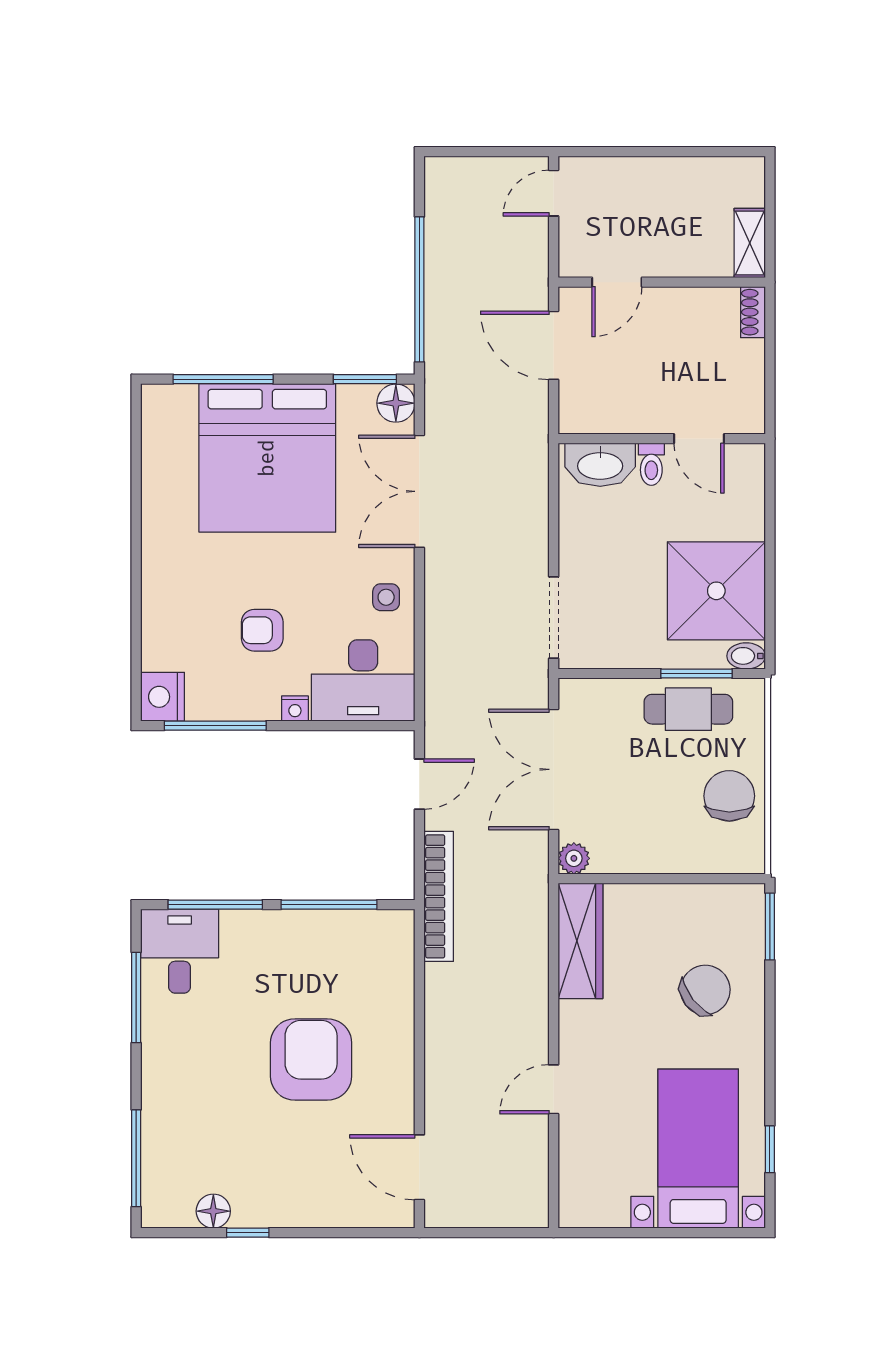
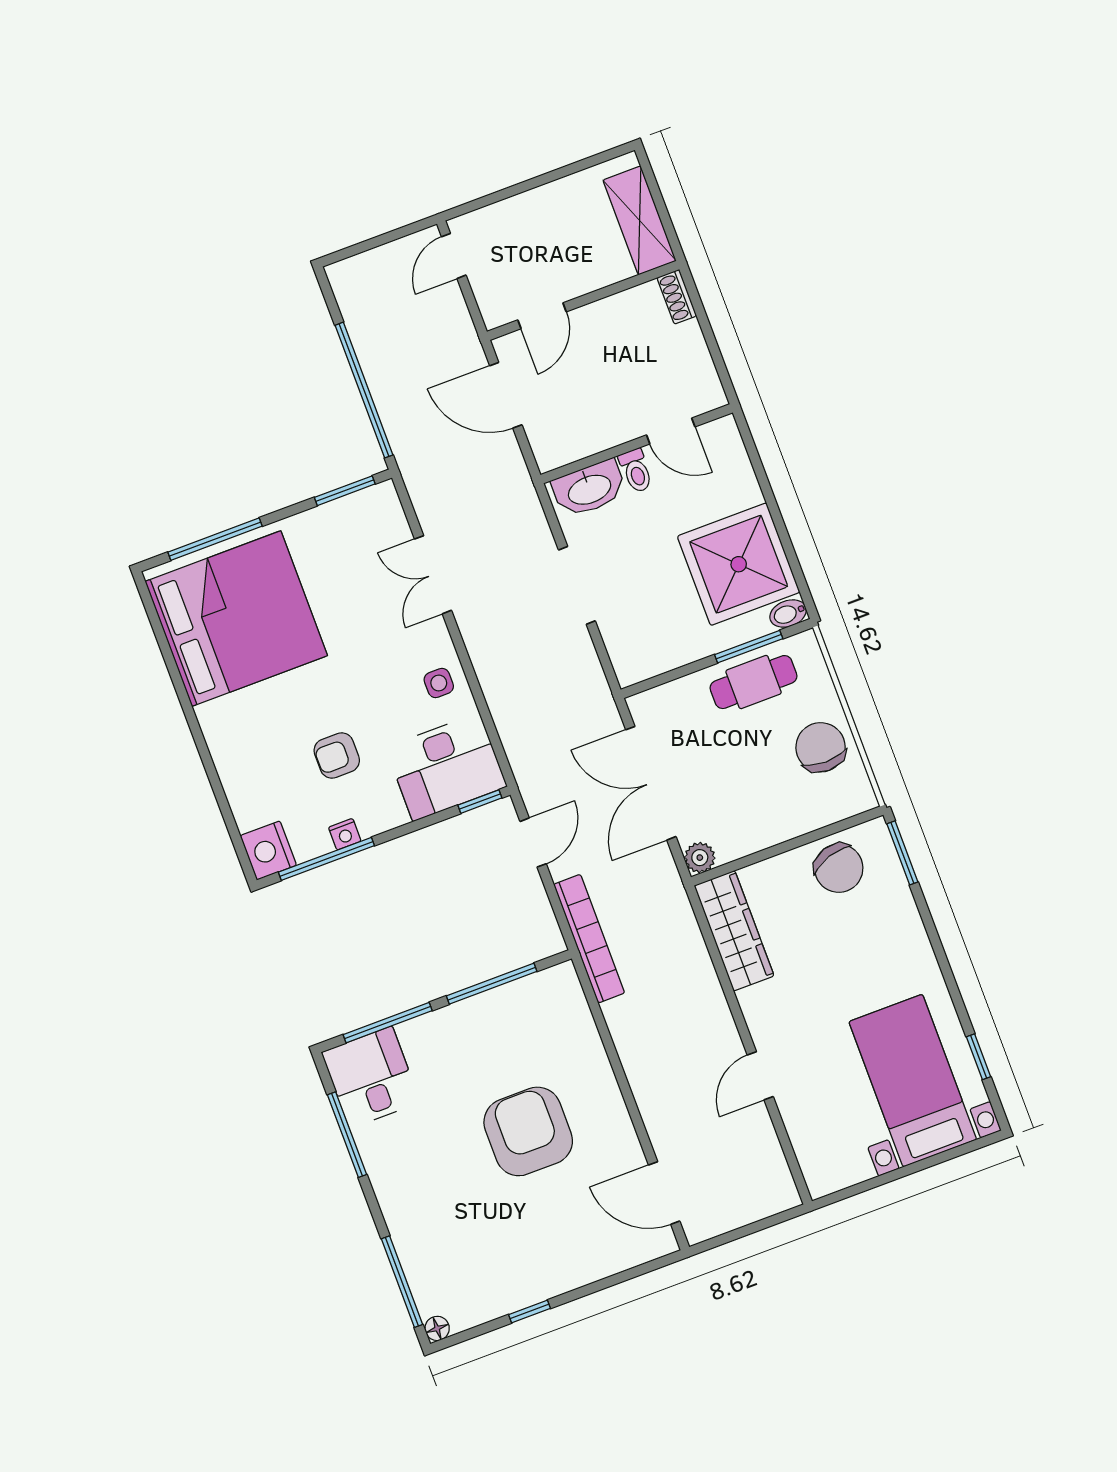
shelving: (750, 243) -> (640, 220), width x1.50, depth x1.33
floor lamp: (396, 403) -> (381, 502), removed
bed: (267, 458) -> (236, 619), moved, turned -90
double door: (419, 491) -> (433, 575), width x0.73
doorway: (554, 618) -> (577, 585), moved
nightstand: (295, 709) -> (345, 834), moved
window: (383, 726) -> (480, 802), added
chair: (705, 990) -> (839, 868), moved, turned 110
floor lamp: (213, 1211) -> (437, 1328), moved, width x0.73, depth x0.73

